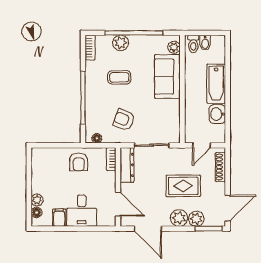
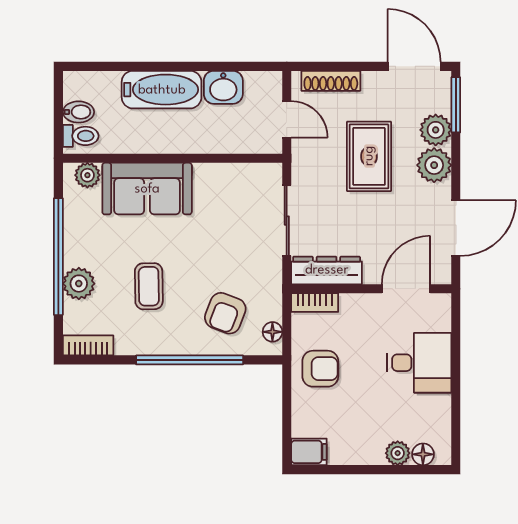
armchair: (124, 120) -> (225, 313), moved
filing cabinet: (59, 218) -> (309, 452), moved, turned 180

